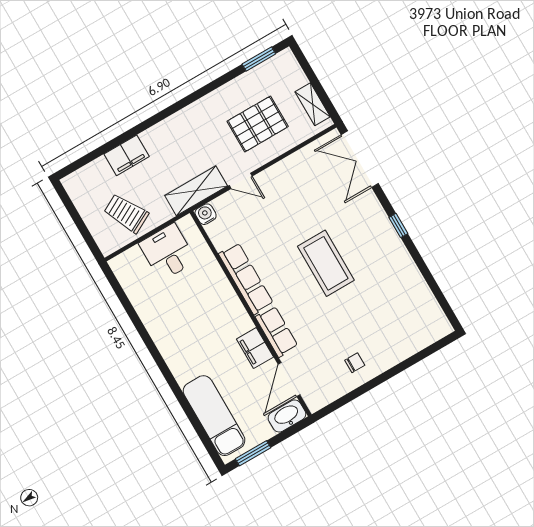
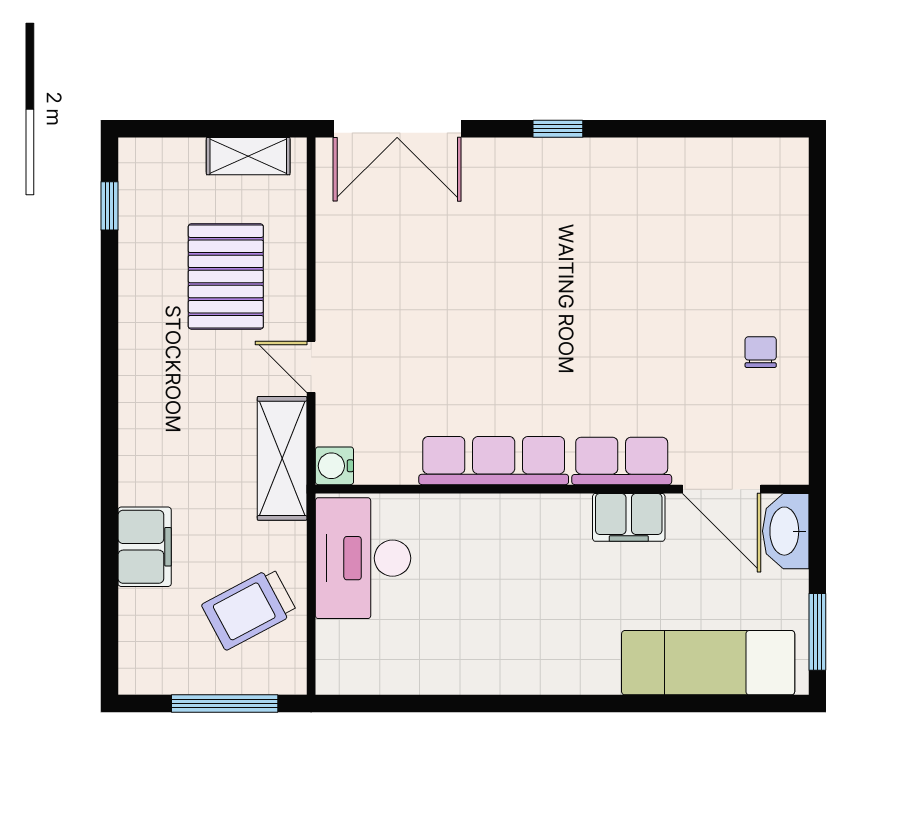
window: (259, 59) -> (109, 206), width x0.67
door: (241, 181) -> (311, 367), swing flipped
window: (81, 226) -> (225, 704), added
desk: (168, 252) -> (363, 558), width x1.37
coffee table: (326, 263) -> (550, 300), removed

